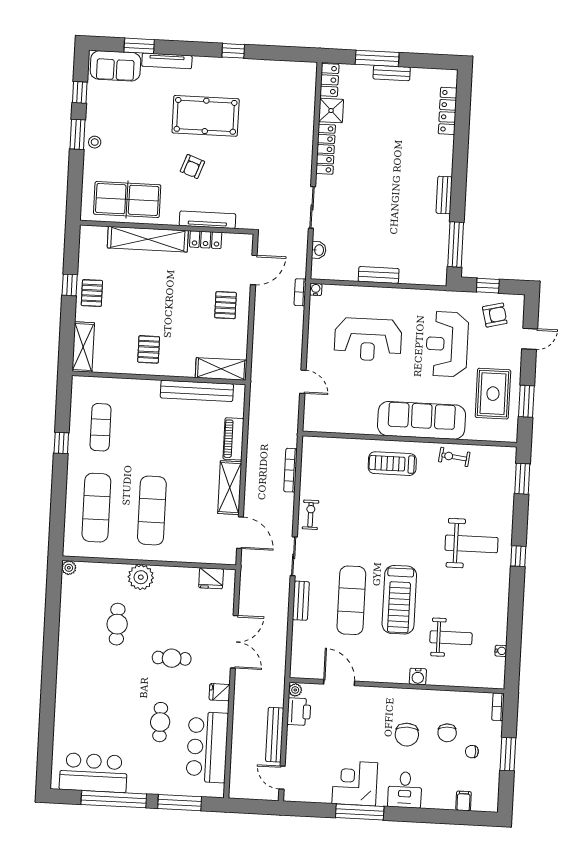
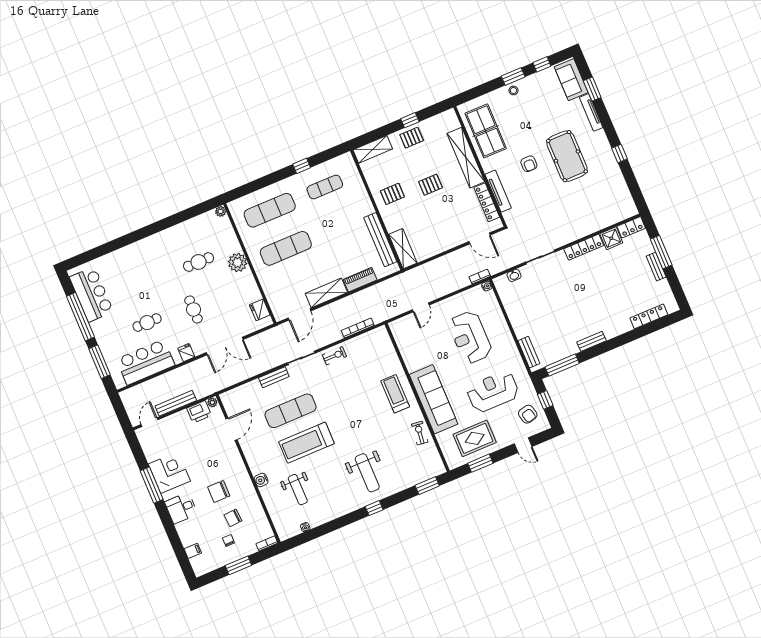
armchair: (192, 167) -> (529, 164), turned -110
locker: (206, 240) -> (487, 202), width x1.53
bench: (379, 275) -> (529, 352), moved
pallet: (226, 305) -> (431, 185), moved

